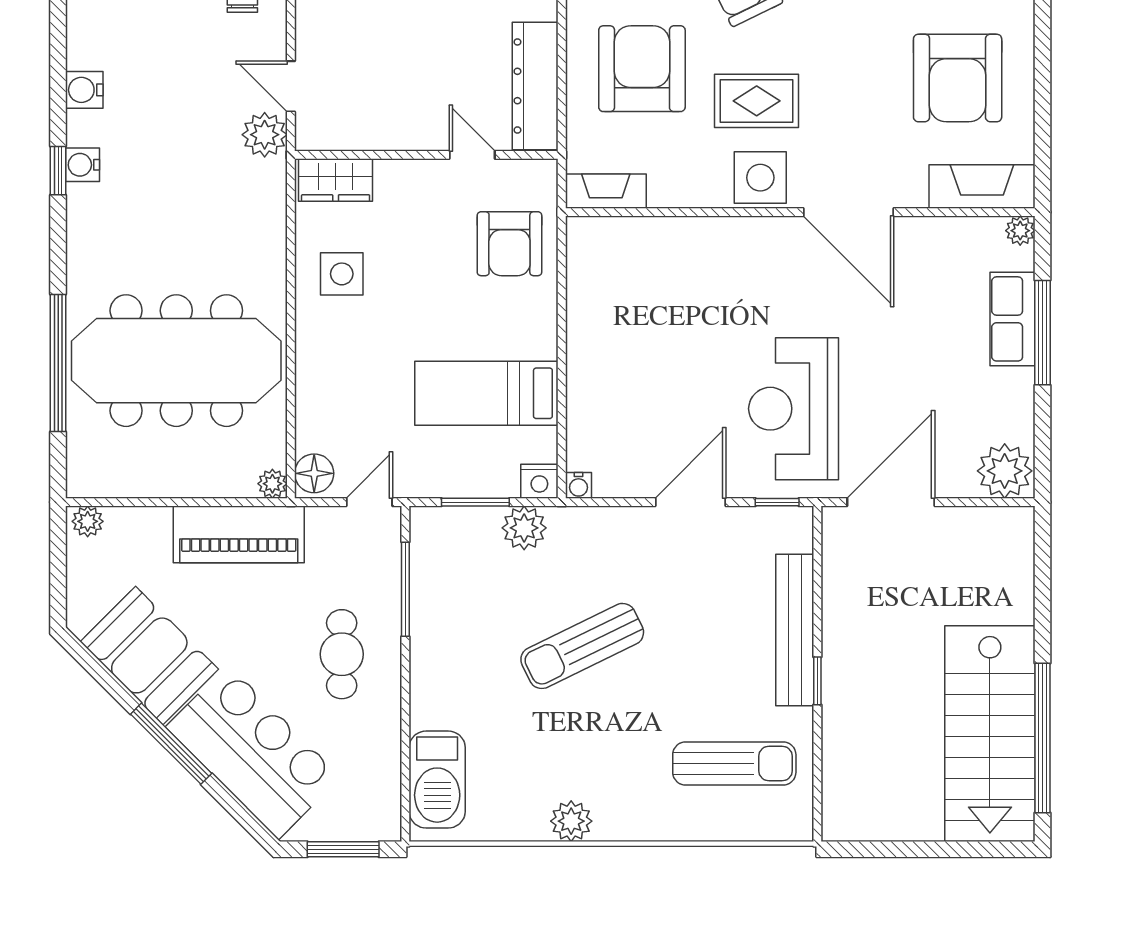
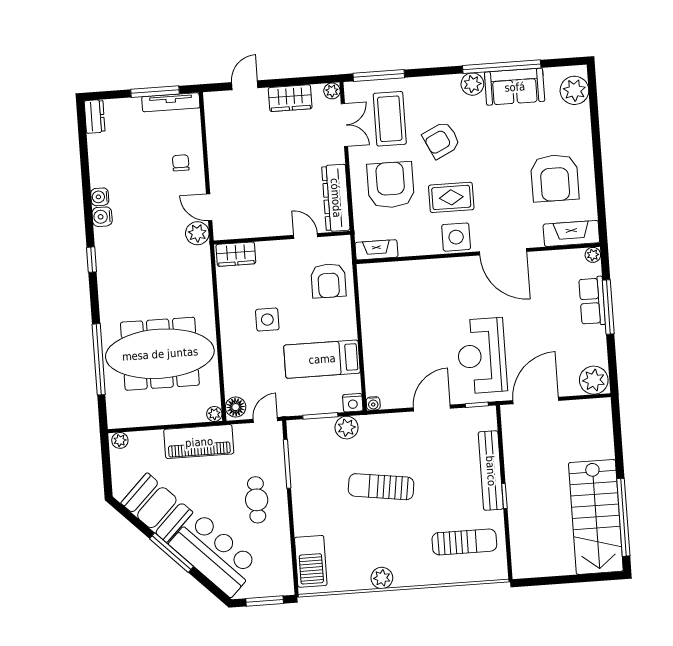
water cooler: (83, 165) -> (100, 197), moved
side table: (342, 274) -> (267, 320), moved
sun lounger: (582, 646) -> (381, 487), turned 34

